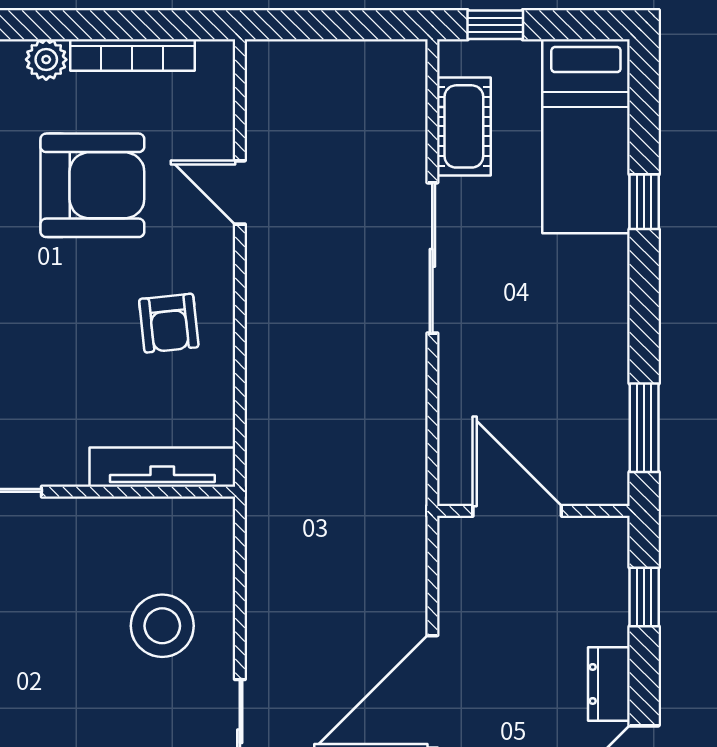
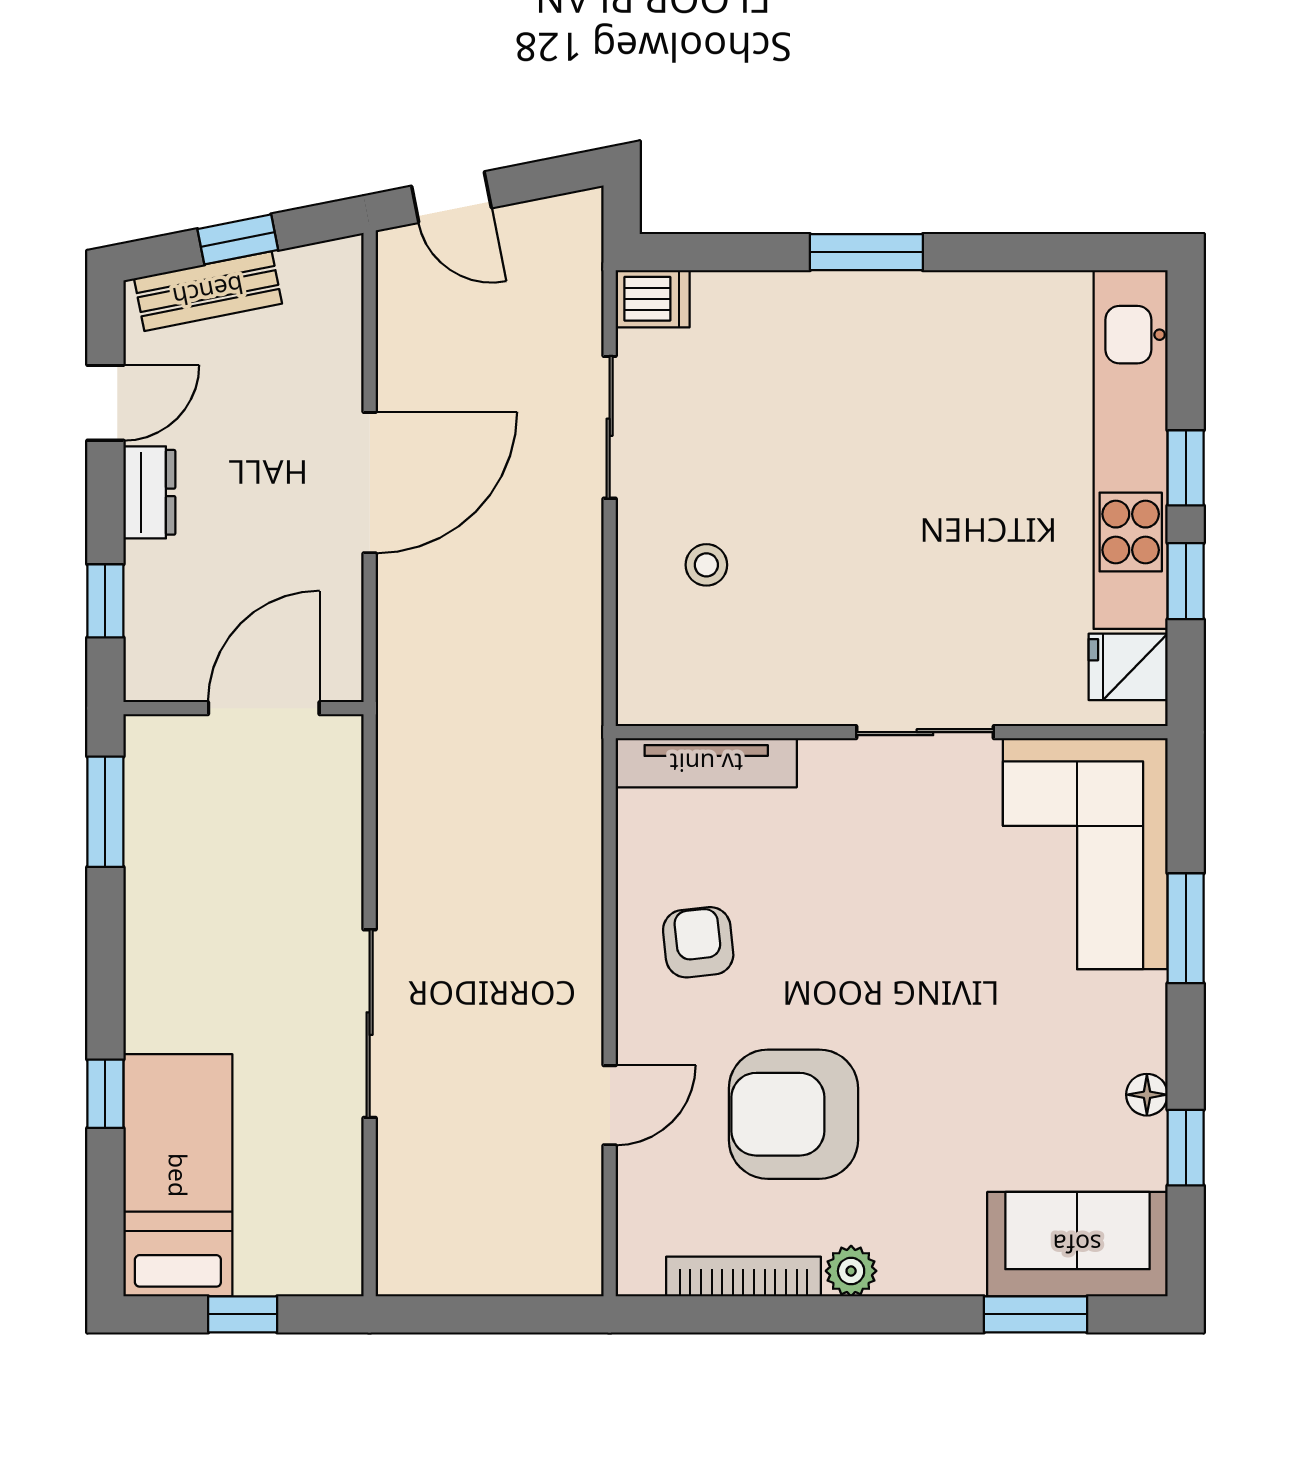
window: (495, 25) -> (243, 1314), moved
cot: (464, 126) -> (330, 1188), removed
door: (240, 192) -> (610, 1105), hinge flipped
door: (517, 511) -> (264, 708), swing flipped
stool: (162, 626) -> (706, 565), width x0.53, depth x0.53

